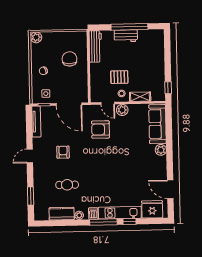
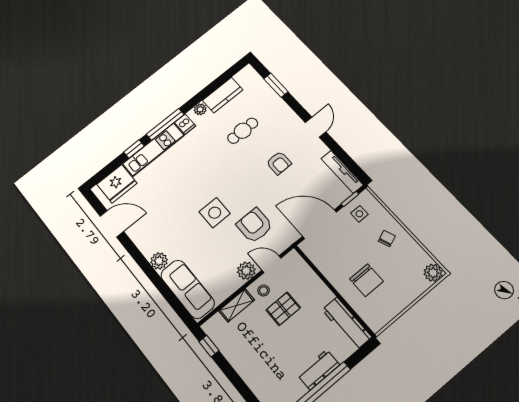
armchair: (100, 129) -> (255, 225), turned -90
side table: (115, 152) -> (215, 213), added

